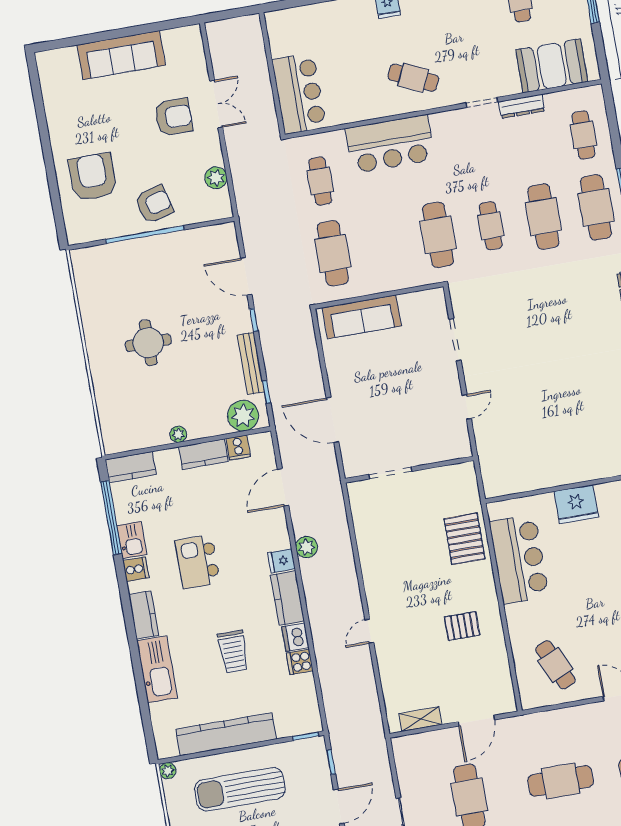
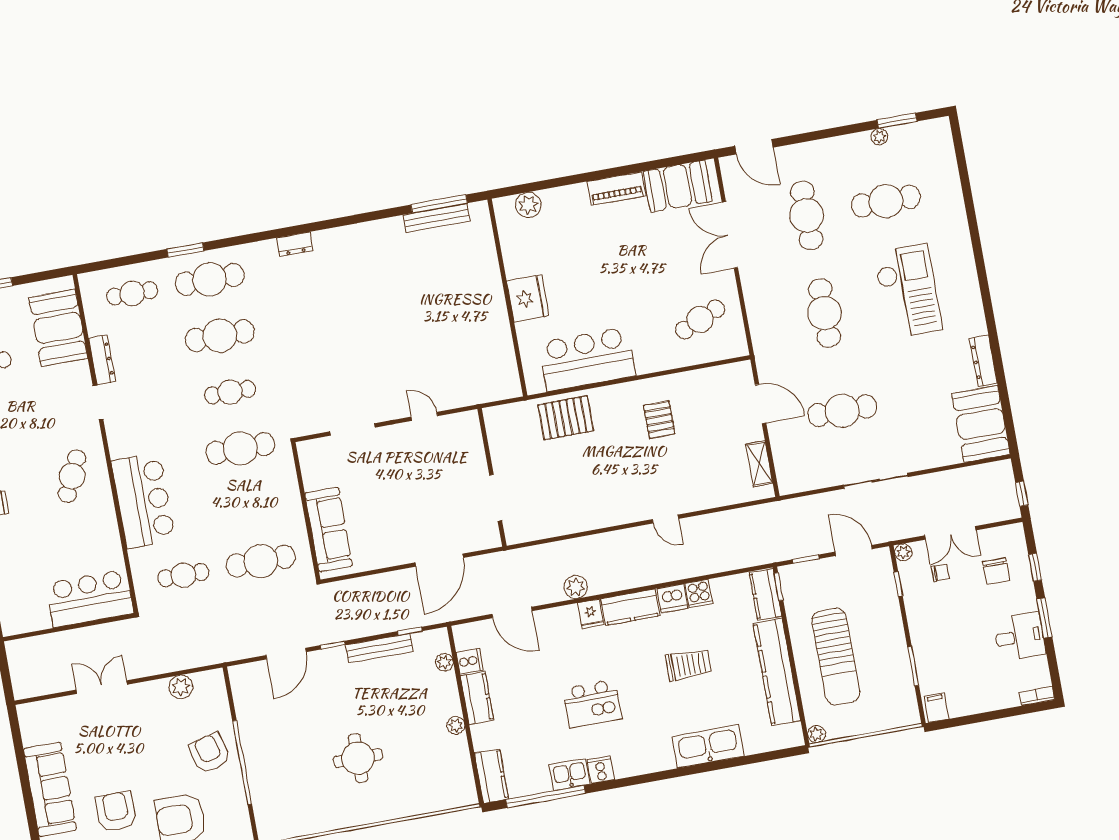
armchair: (174, 117) -> (116, 812), moved
plant: (243, 416) -> (444, 662), width x0.53, depth x0.53
kitchen counter: (144, 615) -> (765, 594), moved, turned -90

